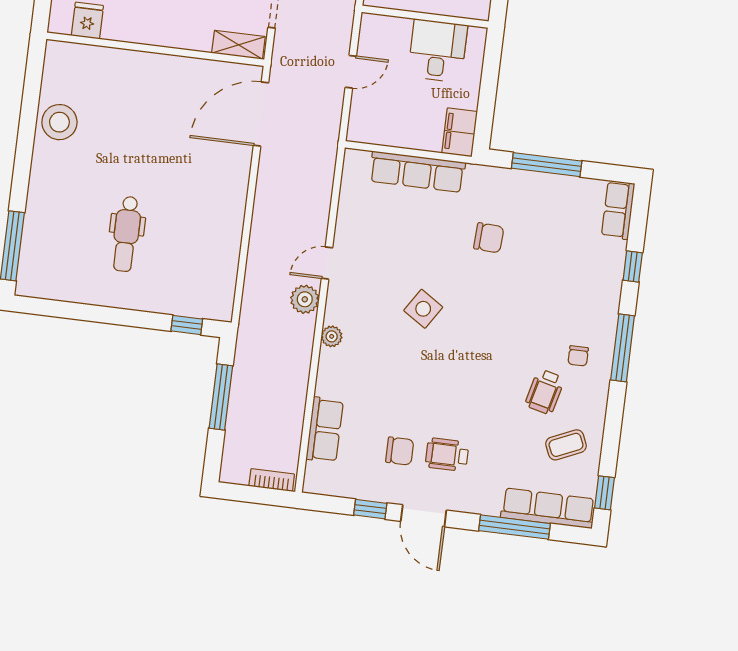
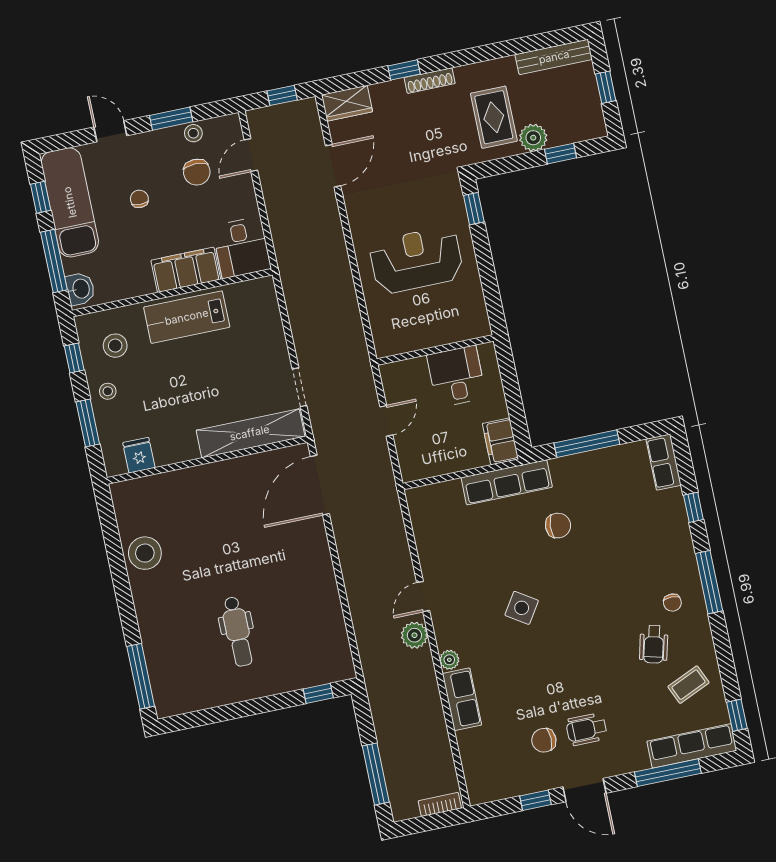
shelving: (238, 45) -> (250, 433), width x2.20, depth x1.33
row of seats: (417, 172) -> (507, 482), moved
window: (221, 397) -> (376, 774), moved
row of seats: (325, 430) -> (462, 699), moved
chair: (400, 451) -> (544, 740), turned 180

